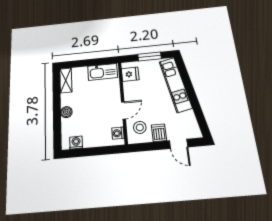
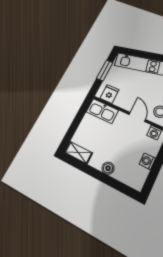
kitchen sink: (103, 72) -> (102, 111), moved, turned 90
washing machine: (76, 143) -> (147, 161), moved

